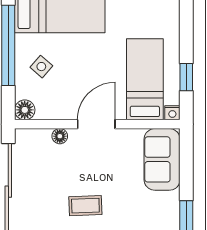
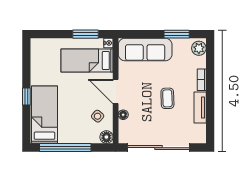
side table: (41, 67) -> (98, 116), moved
window: (186, 77) -> (86, 34), width x1.50
sofa: (162, 159) -> (145, 50), width x1.36

